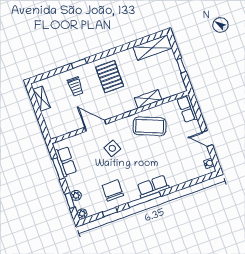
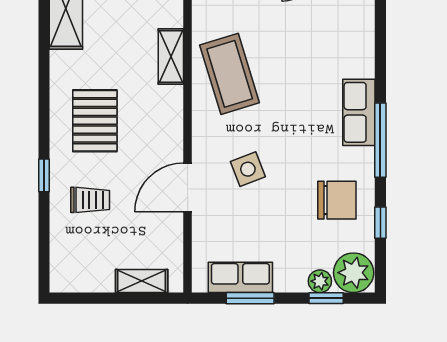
pallet: (110, 77) -> (95, 121), turned 90
shelving: (41, 99) -> (142, 281), moved
coffee table: (150, 126) -> (230, 74), turned -39
chair: (113, 190) -> (337, 200), turned 180
plant: (82, 214) -> (354, 273), width x1.87, depth x1.87

